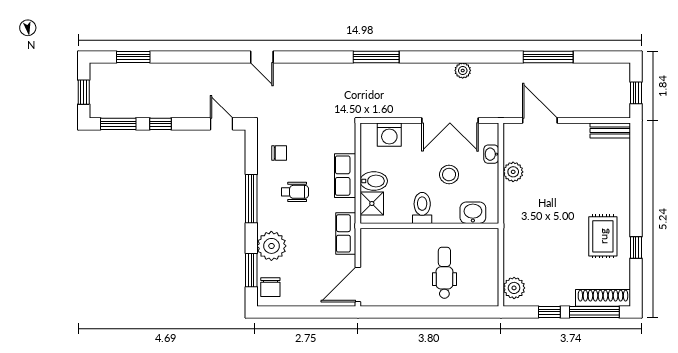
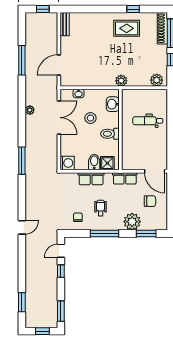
window: (160, 124) -> (61, 271), moved
washing machine: (389, 135) -> (67, 163), moved
plant: (513, 172) -> (121, 81), moved
chair: (270, 287) -> (150, 201), moved

